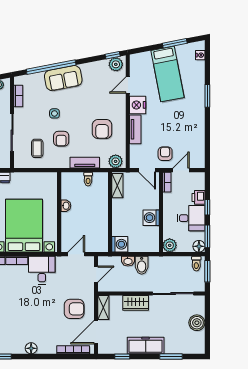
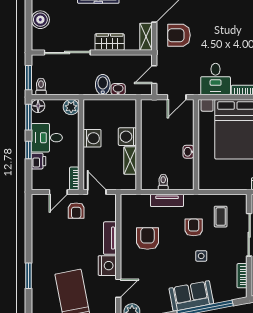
plant: (116, 161) -> (132, 202), removed
shelving: (117, 186) -> (130, 161), moved
washing machine: (120, 244) -> (127, 137), moved

